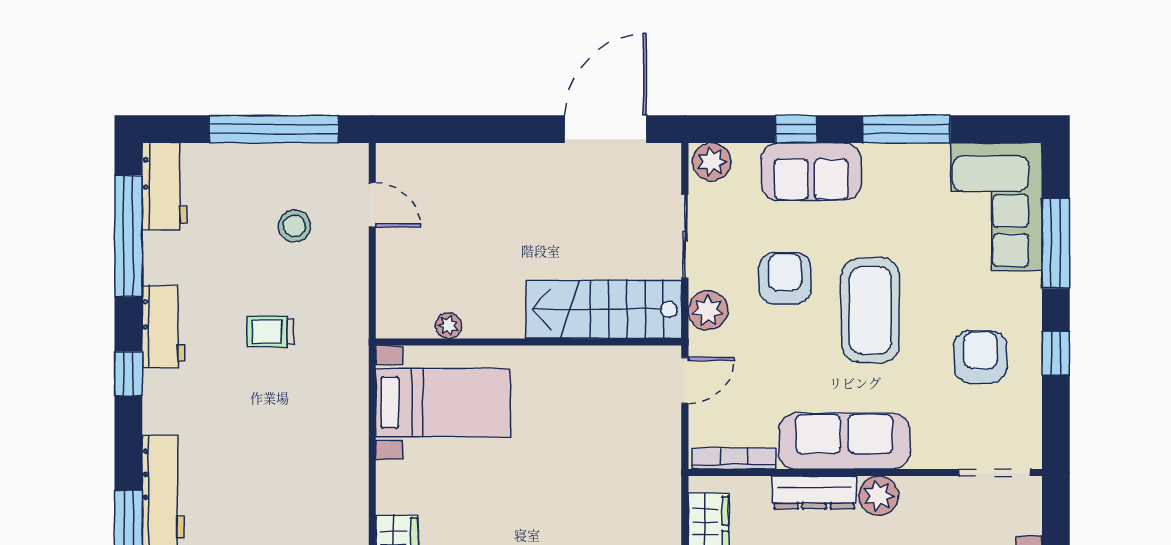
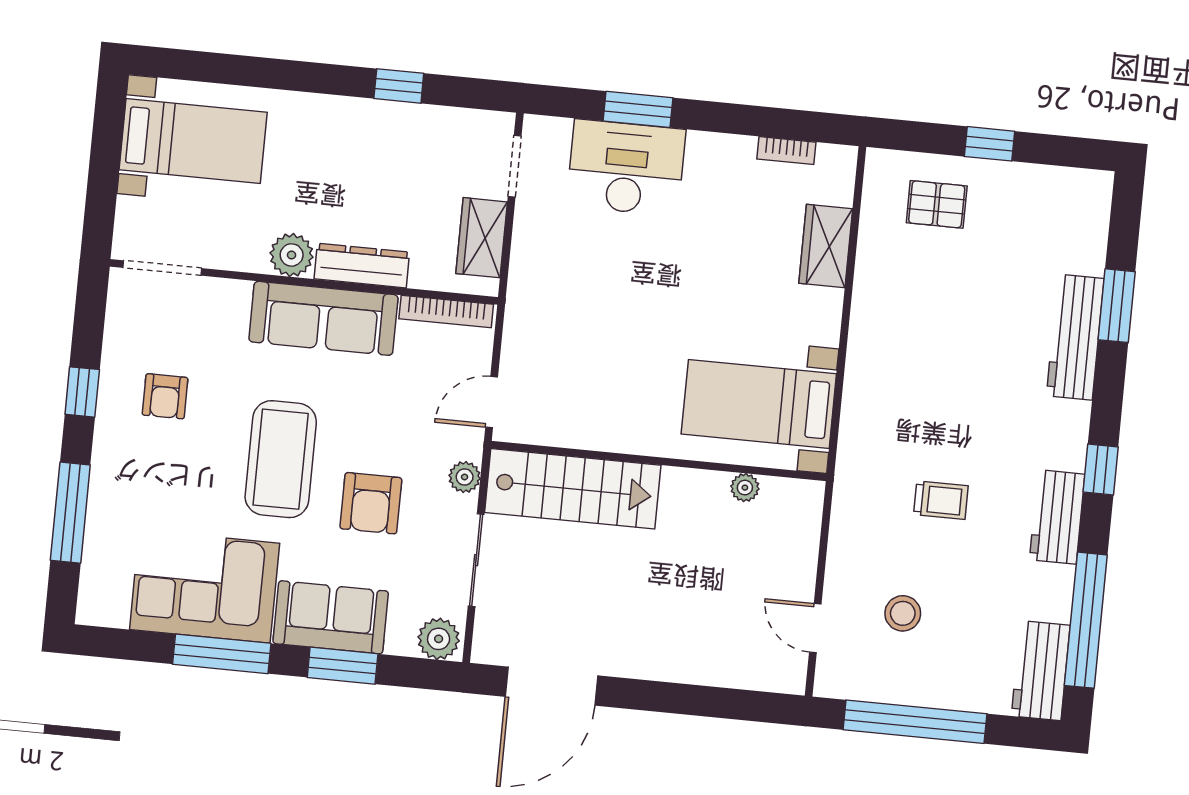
window: (796, 129) -> (343, 666), width x1.50
corner sofa: (996, 207) -> (205, 586), moved, turned -90
plant: (708, 310) -> (465, 477), width x0.73, depth x0.73
armchair: (980, 357) -> (165, 396), width x0.72, depth x0.72

